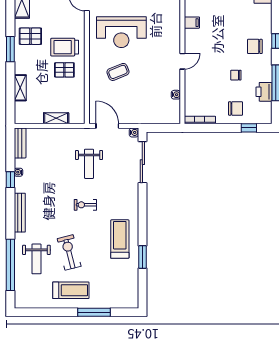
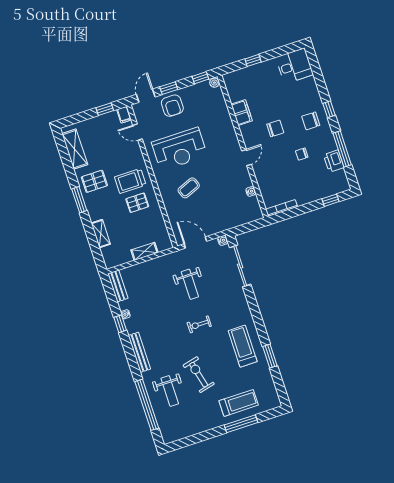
filing cabinet: (192, 23) -> (242, 113), width x2.00
chair: (236, 108) -> (275, 128), moved
treadmill: (71, 290) -> (239, 403), moved

